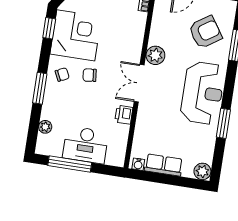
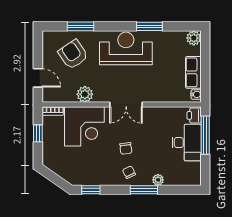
corner desk: (76, 35) -> (84, 126), moved, turned 180
plant: (155, 55) -> (85, 94), moved
printer: (124, 115) -> (194, 115), moved, turned 90
plant: (45, 127) -> (158, 180), moved
window: (70, 164) -> (205, 135), moved

